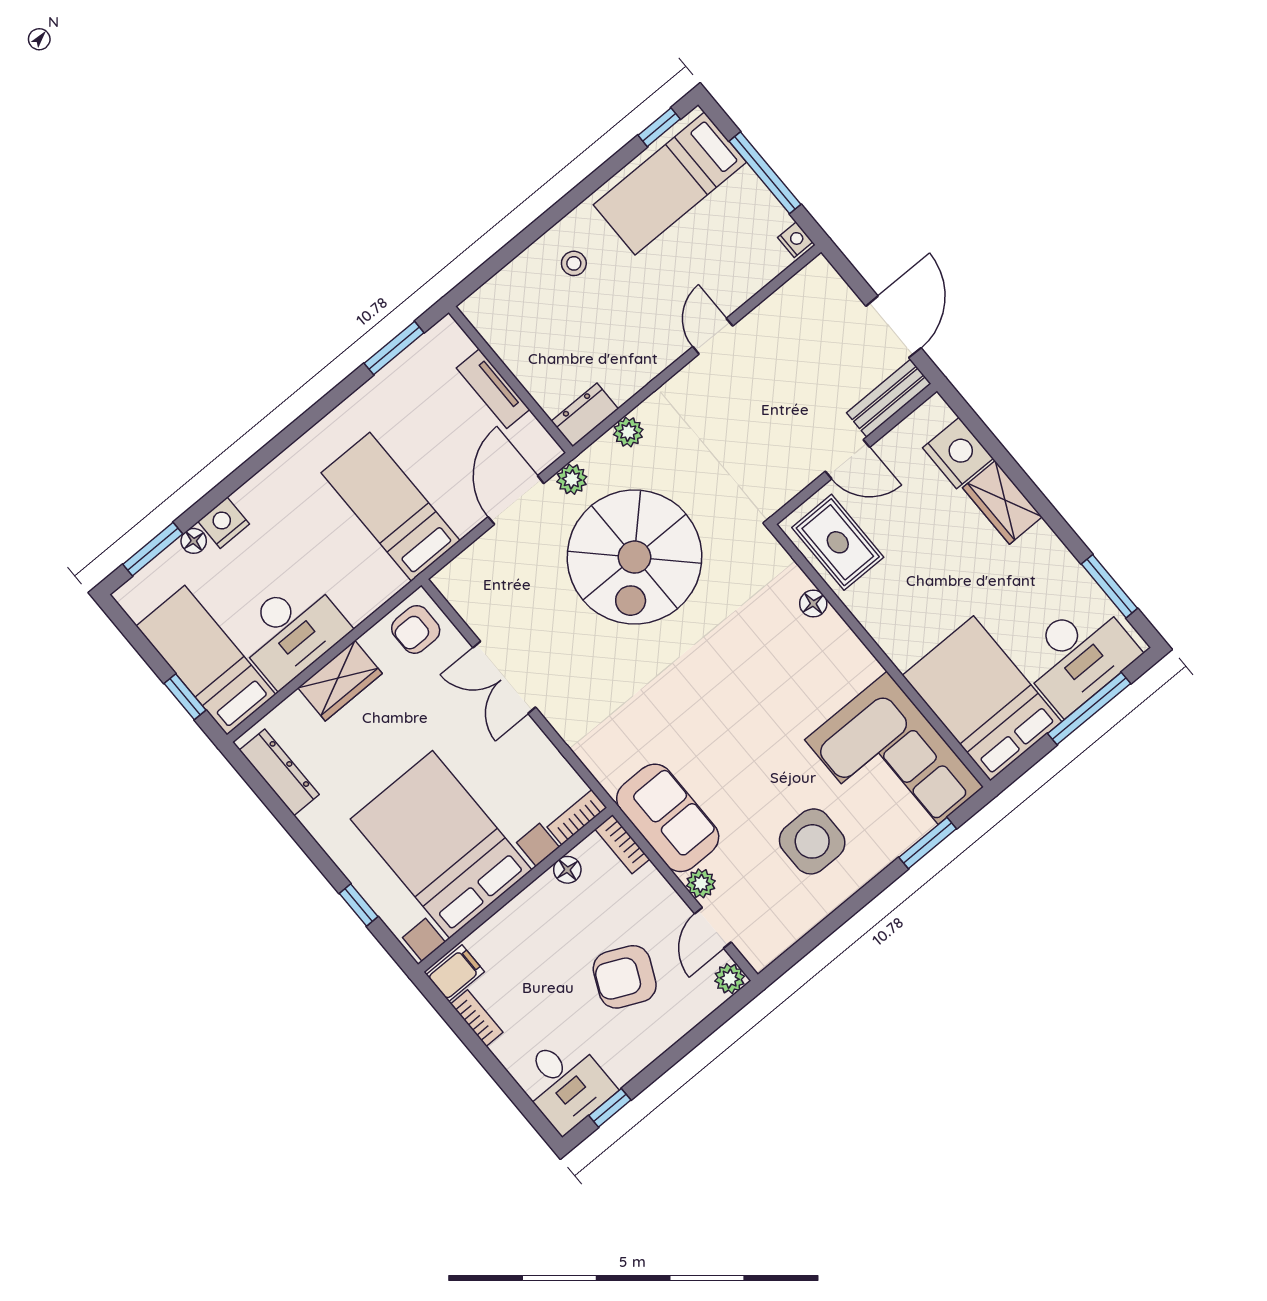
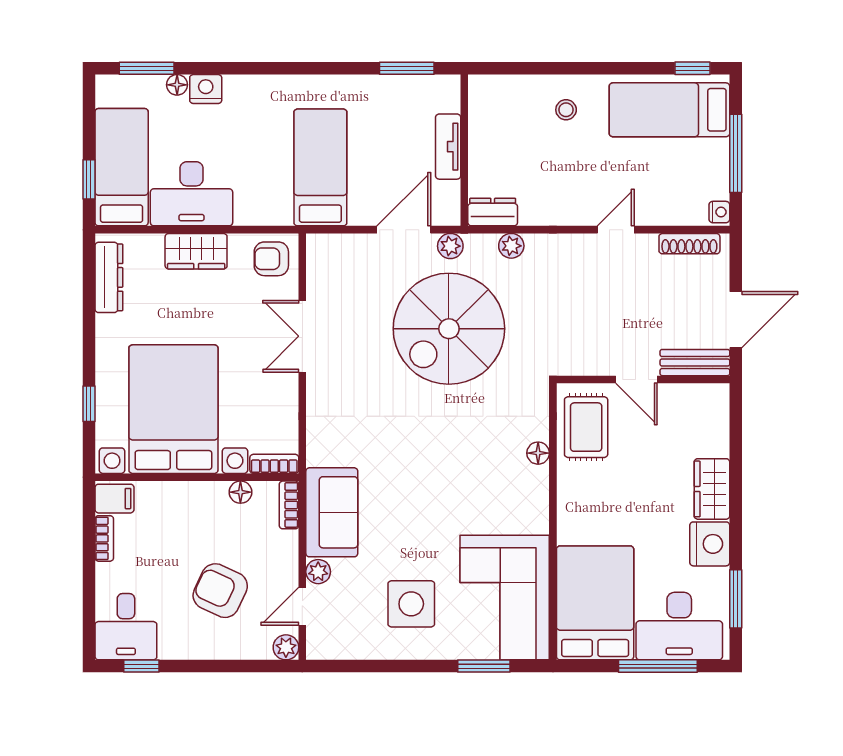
shoe rack: (792, 292) -> (689, 244), added
nightstand: (958, 453) -> (710, 544), moved

